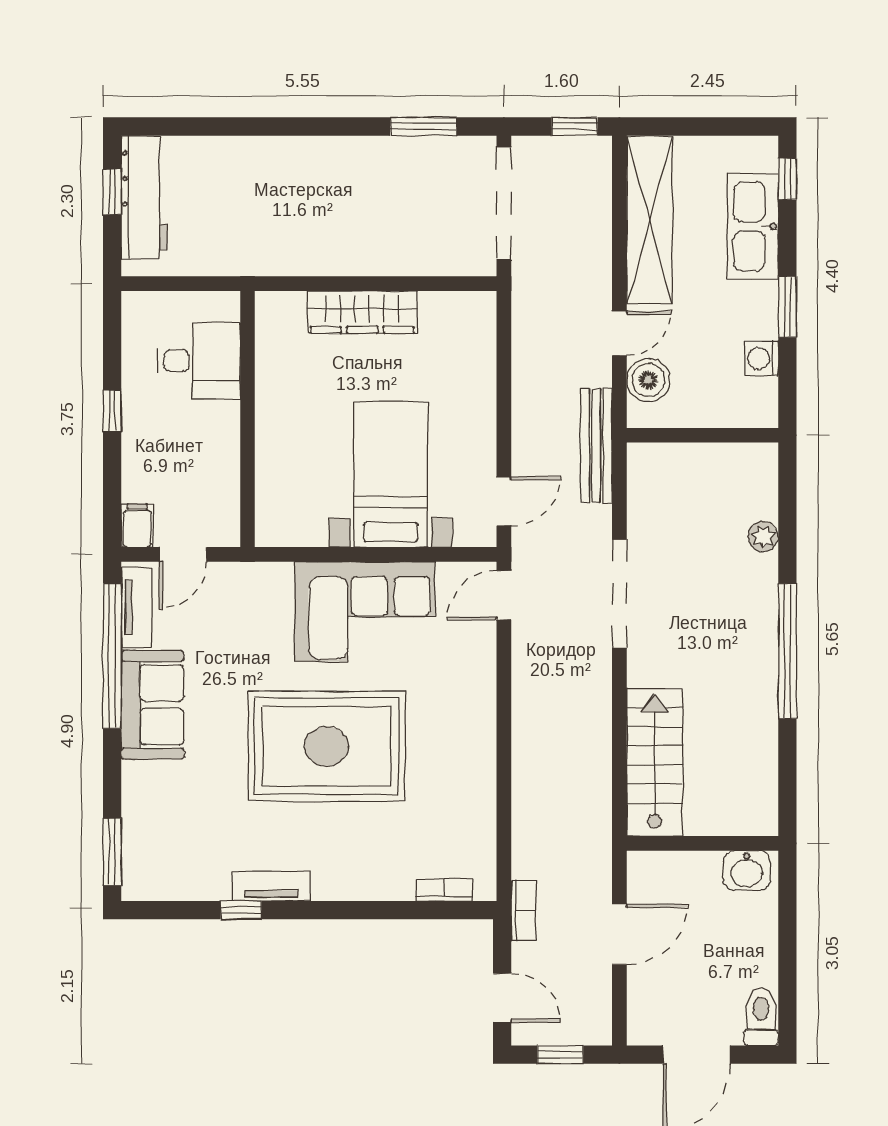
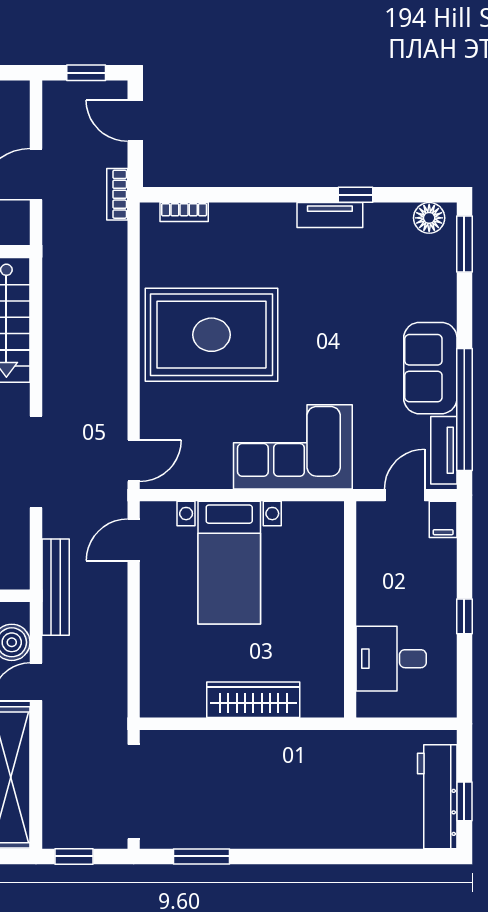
corner sofa: (365, 612) -> (293, 447), moved
rug: (327, 746) -> (211, 335), moved
floor lamp: (154, 883) -> (429, 218), added

